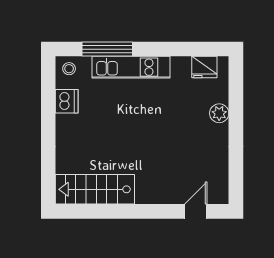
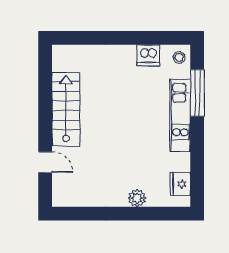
stairs: (95, 189) -> (66, 109), moved
door: (196, 211) -> (45, 162), moved

